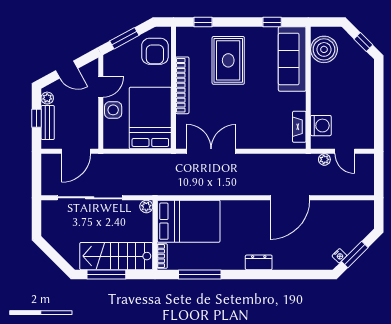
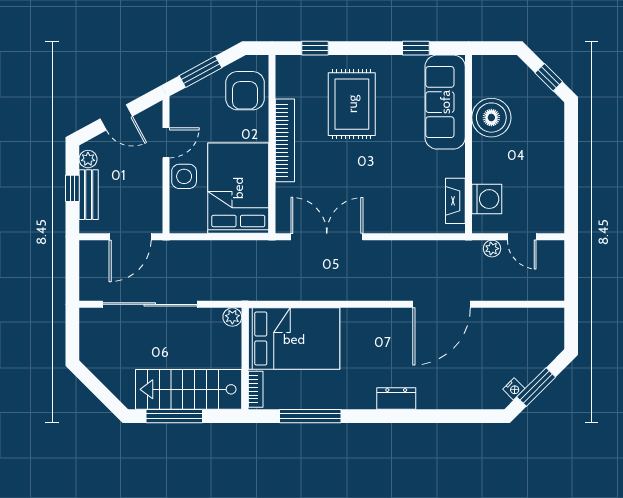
boiler: (324, 49) -> (491, 118), moved

